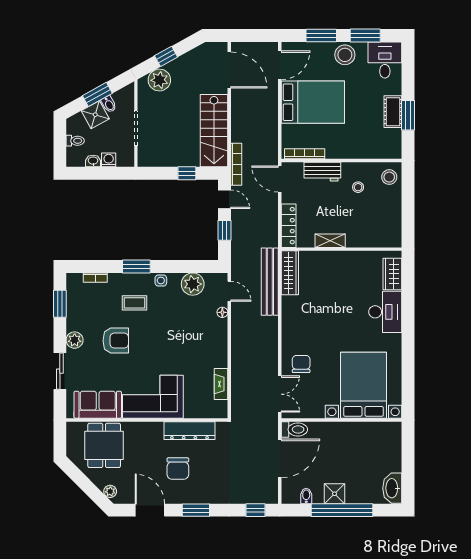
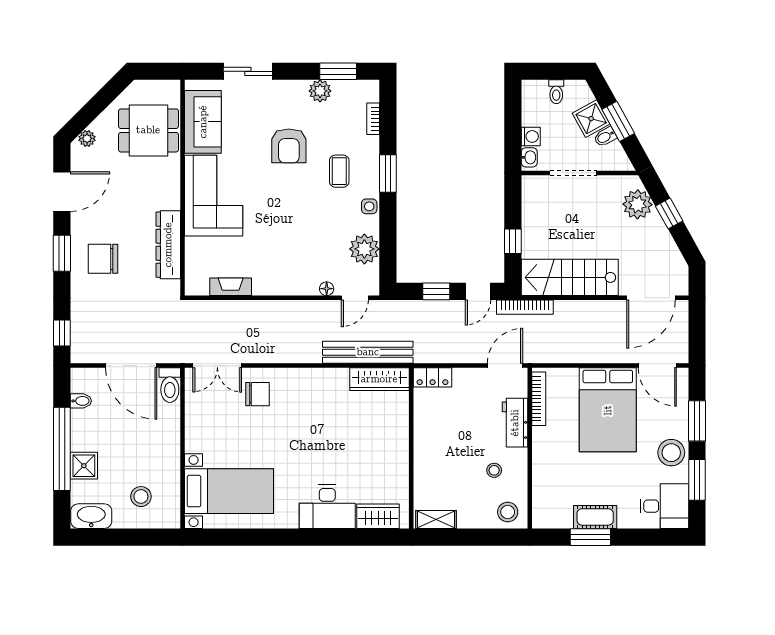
washbasin: (93, 161) -> (529, 157), moved
locker: (289, 226) -> (433, 377), width x0.66
shelving: (330, 241) -> (436, 519), moved, turned 90
plant: (75, 340) -> (320, 91), moved
bed with nightstands: (363, 385) -> (229, 491), width x0.73
stool: (378, 451) -> (141, 497), added
chair: (178, 469) -> (103, 259), moved
shower: (335, 494) -> (84, 466), moved

